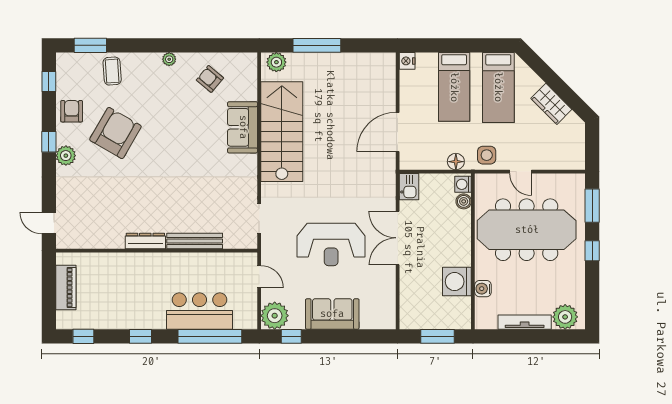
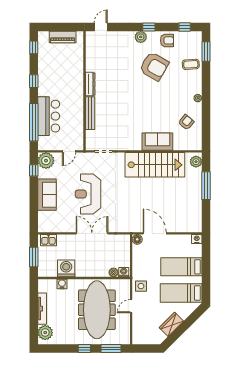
floor lamp: (456, 162) -> (137, 239), moved
kitchen sink: (409, 187) -> (48, 240), moved

